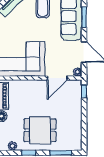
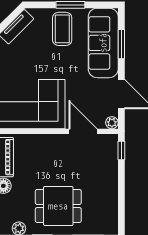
door: (57, 78) -> (83, 131), swing flipped

